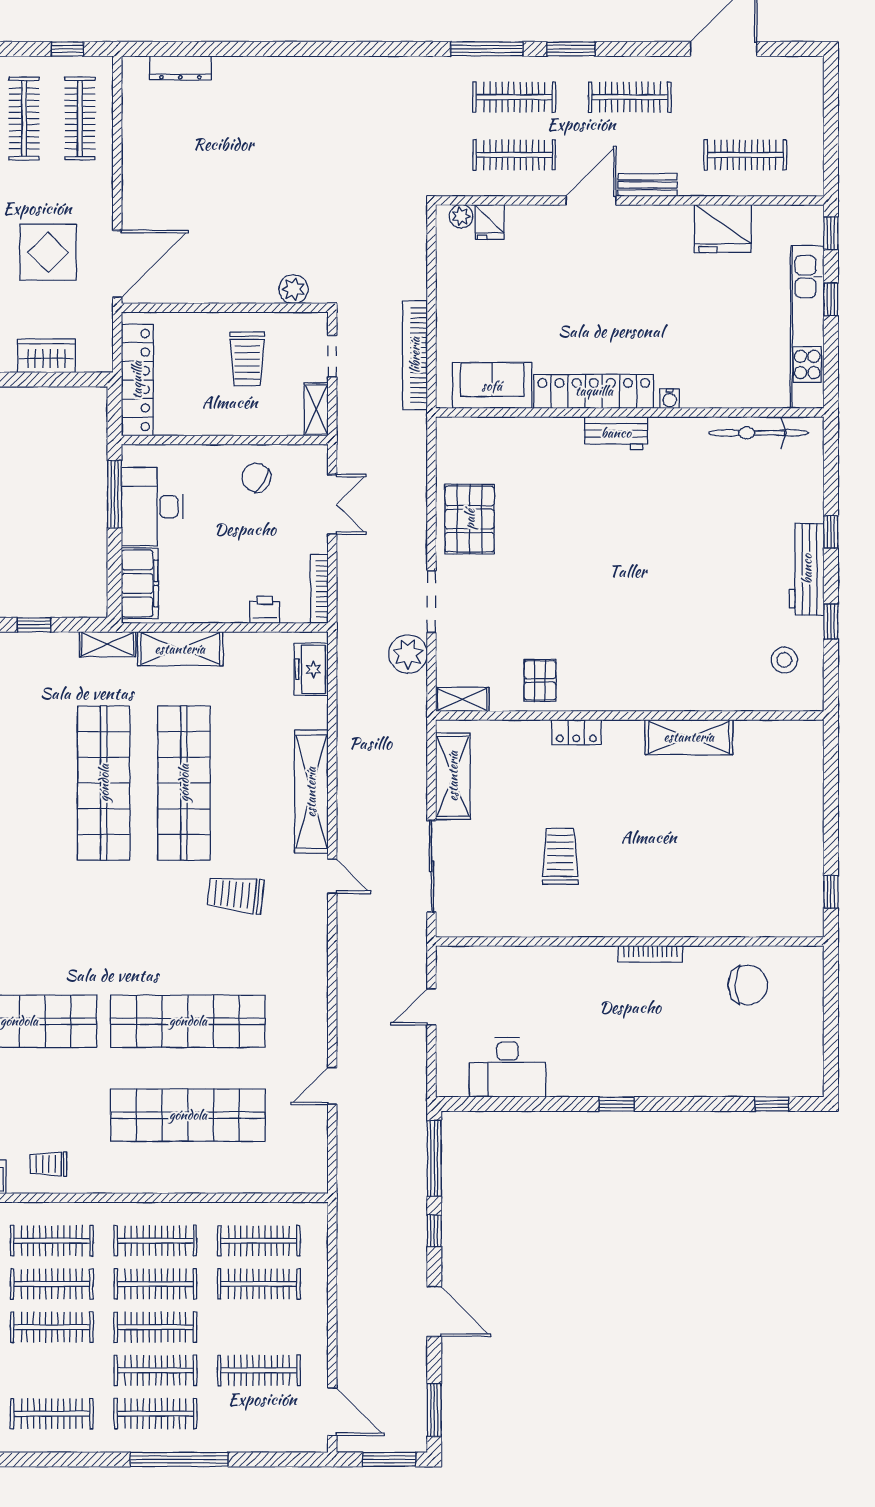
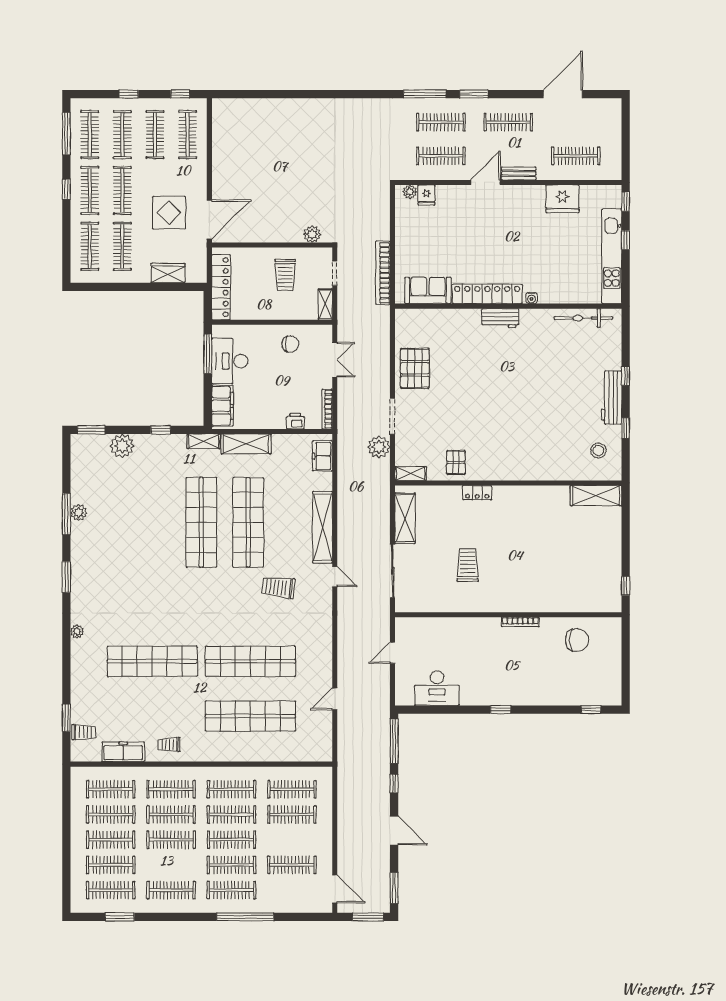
dresser: (180, 68) -> (246, 105), removed
chair: (256, 478) -> (290, 344), turned 150
shelving: (689, 737) -> (596, 496), moved

